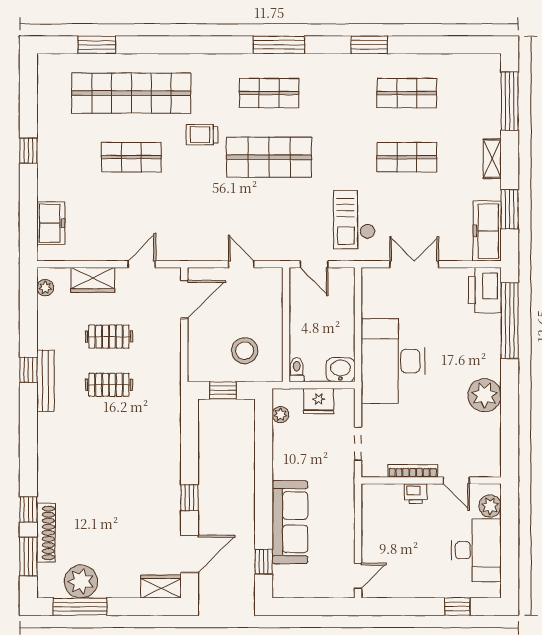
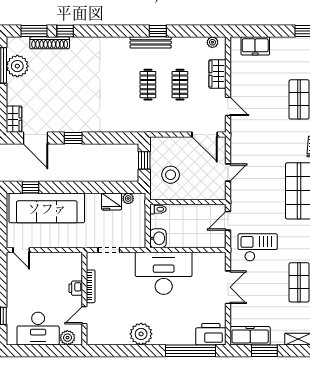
fridge: (319, 401) -> (112, 202), moved, turned -90
sofa: (290, 522) -> (47, 208), width x1.36, depth x1.27

